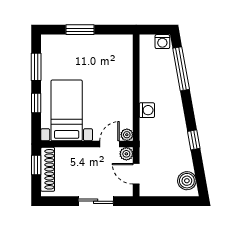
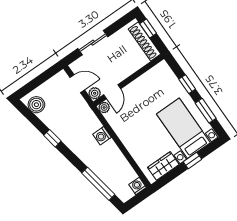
window: (80, 30) -> (192, 161), width x0.67
washing machine: (162, 42) -> (138, 186), moved
wardrobe: (110, 43) -> (163, 166), added
bed with nightstands: (67, 110) -> (183, 128), moved, turned 180
window: (36, 165) -> (148, 29), moved

